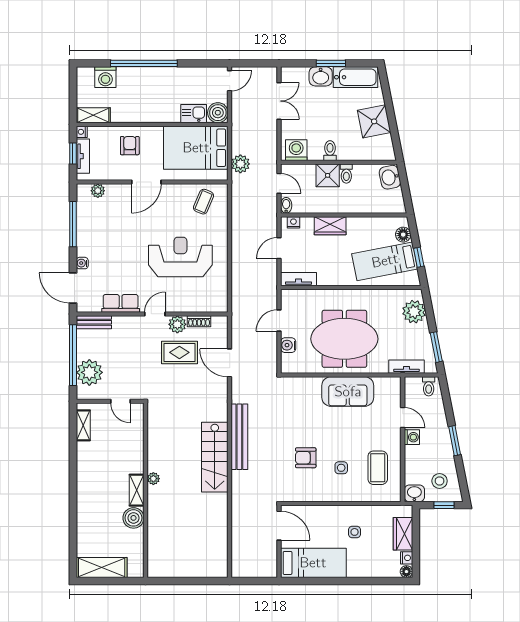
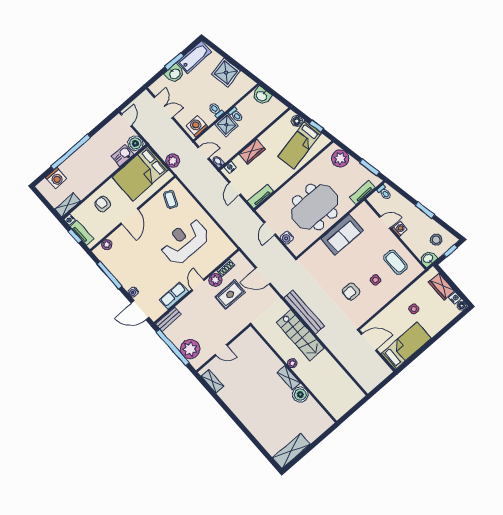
plant: (153, 479) -> (292, 363), moved
shelving: (137, 490) -> (289, 378), moved
wall: (146, 490) -> (294, 373), moved
boiler: (133, 518) -> (300, 395), moved

